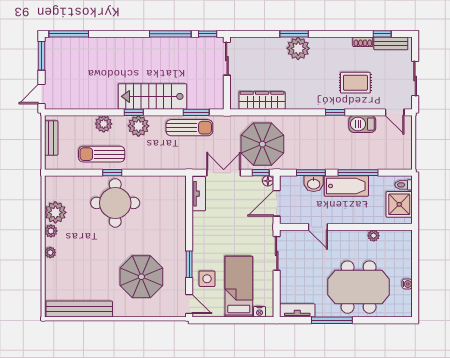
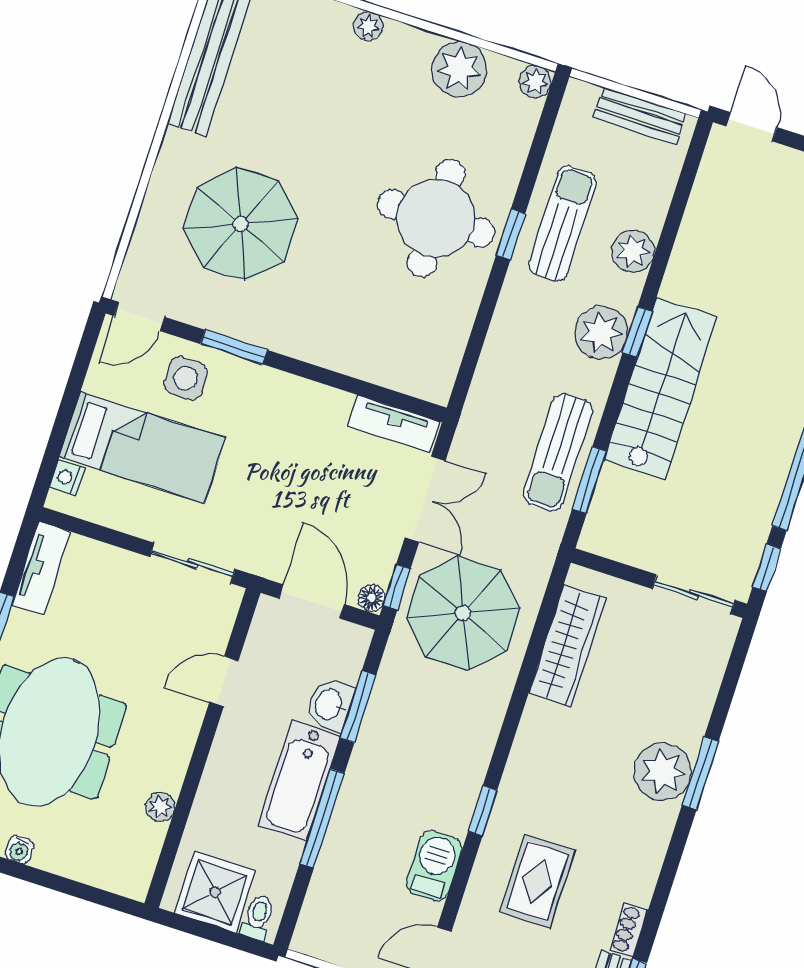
plant: (51, 231) -> (535, 82), moved

